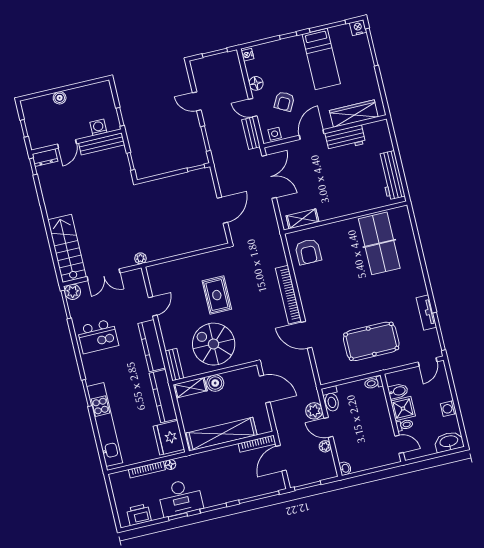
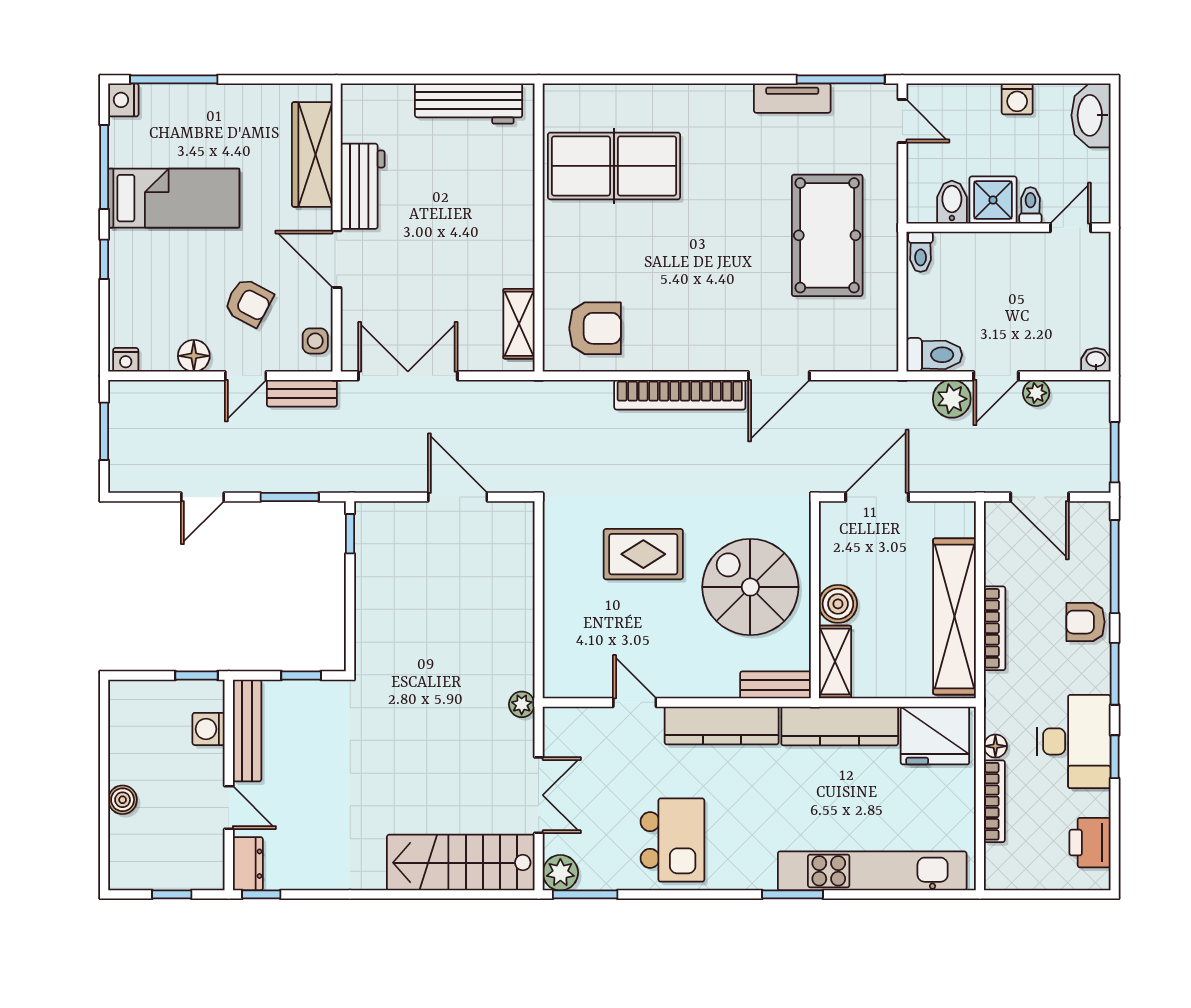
spiral stairs: (214, 344) -> (750, 587), turned 90
bookcase: (257, 444) -> (995, 628), moved
armchair: (232, 490) -> (1085, 622), added

